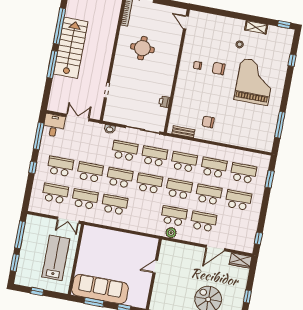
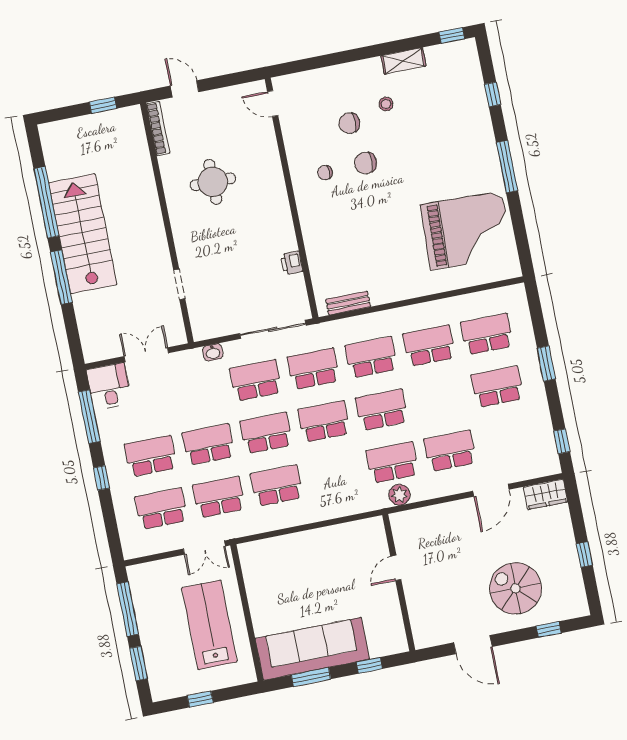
grand piano: (254, 82) -> (467, 231), moved, turned 92
chair: (208, 122) -> (349, 123), moved
window: (280, 125) -> (507, 167), moved
window: (270, 179) -> (546, 364), moved
school desk: (209, 194) -> (440, 398), removed

